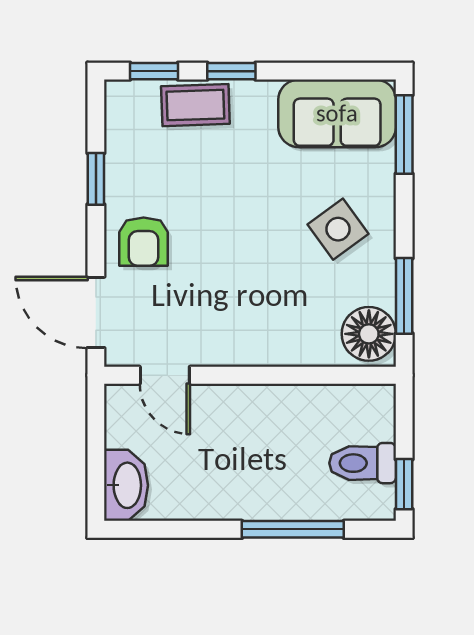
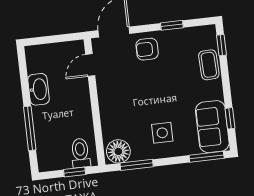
window: (231, 71) -> (230, 118), moved
side table: (338, 229) -> (162, 133), turned 36
toilet: (363, 463) -> (80, 153), moved
window: (404, 484) -> (75, 172), moved
washbasin: (126, 485) -> (39, 89), moved, turned -90

